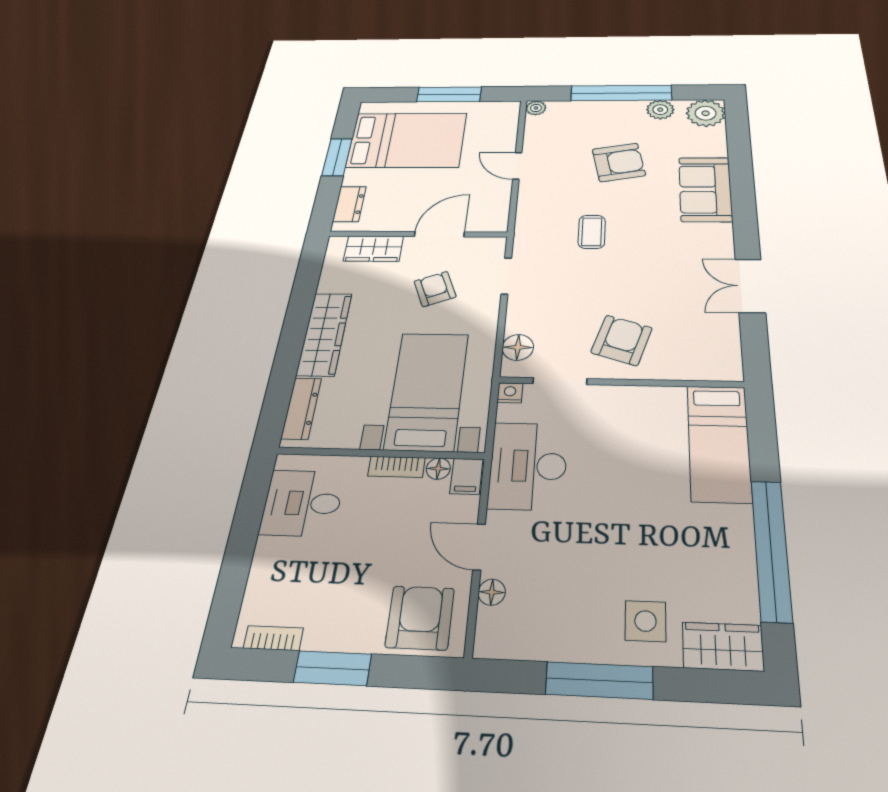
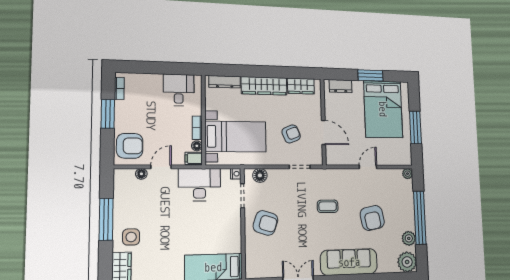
sofa: (705, 189) -> (349, 262), width x1.36
wardrobe: (374, 249) -> (301, 86), moved, turned -90

